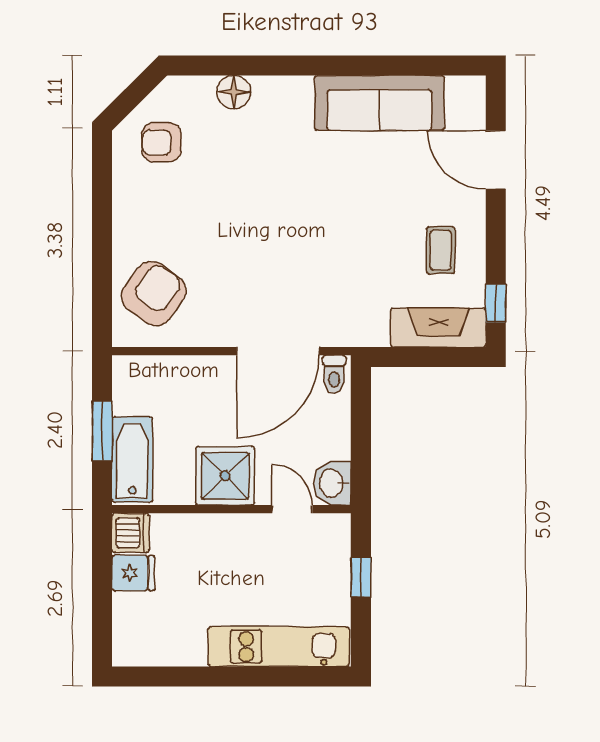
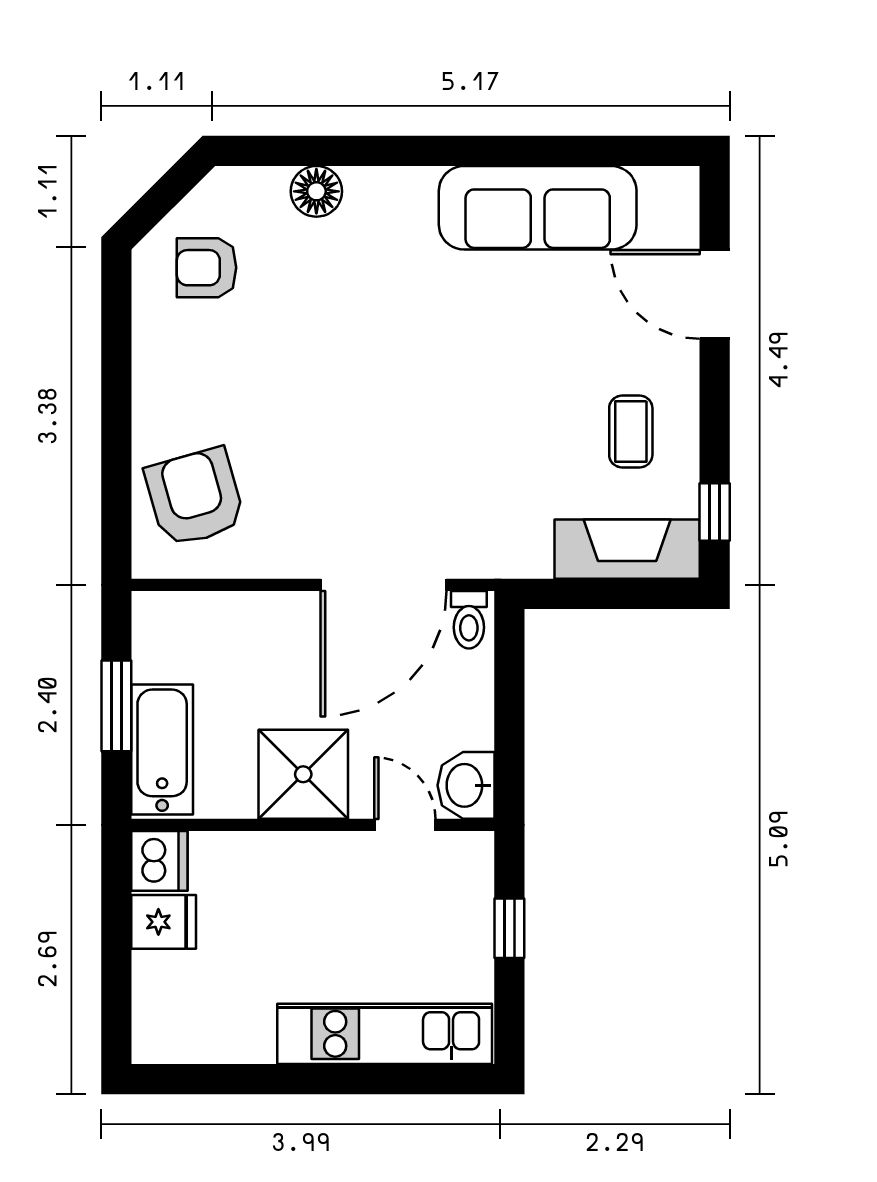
armchair: (154, 293) -> (195, 497), turned -52

